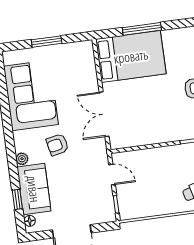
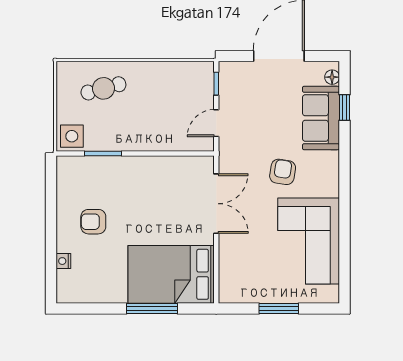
armchair: (57, 145) -> (283, 172), turned -69
plant: (22, 159) -> (331, 160), removed
door: (112, 175) -> (216, 123), hinge flipped

